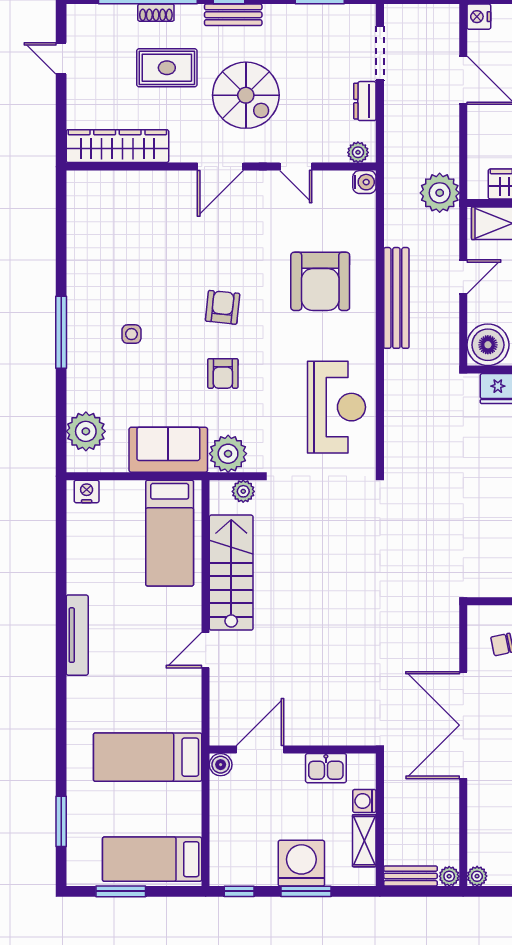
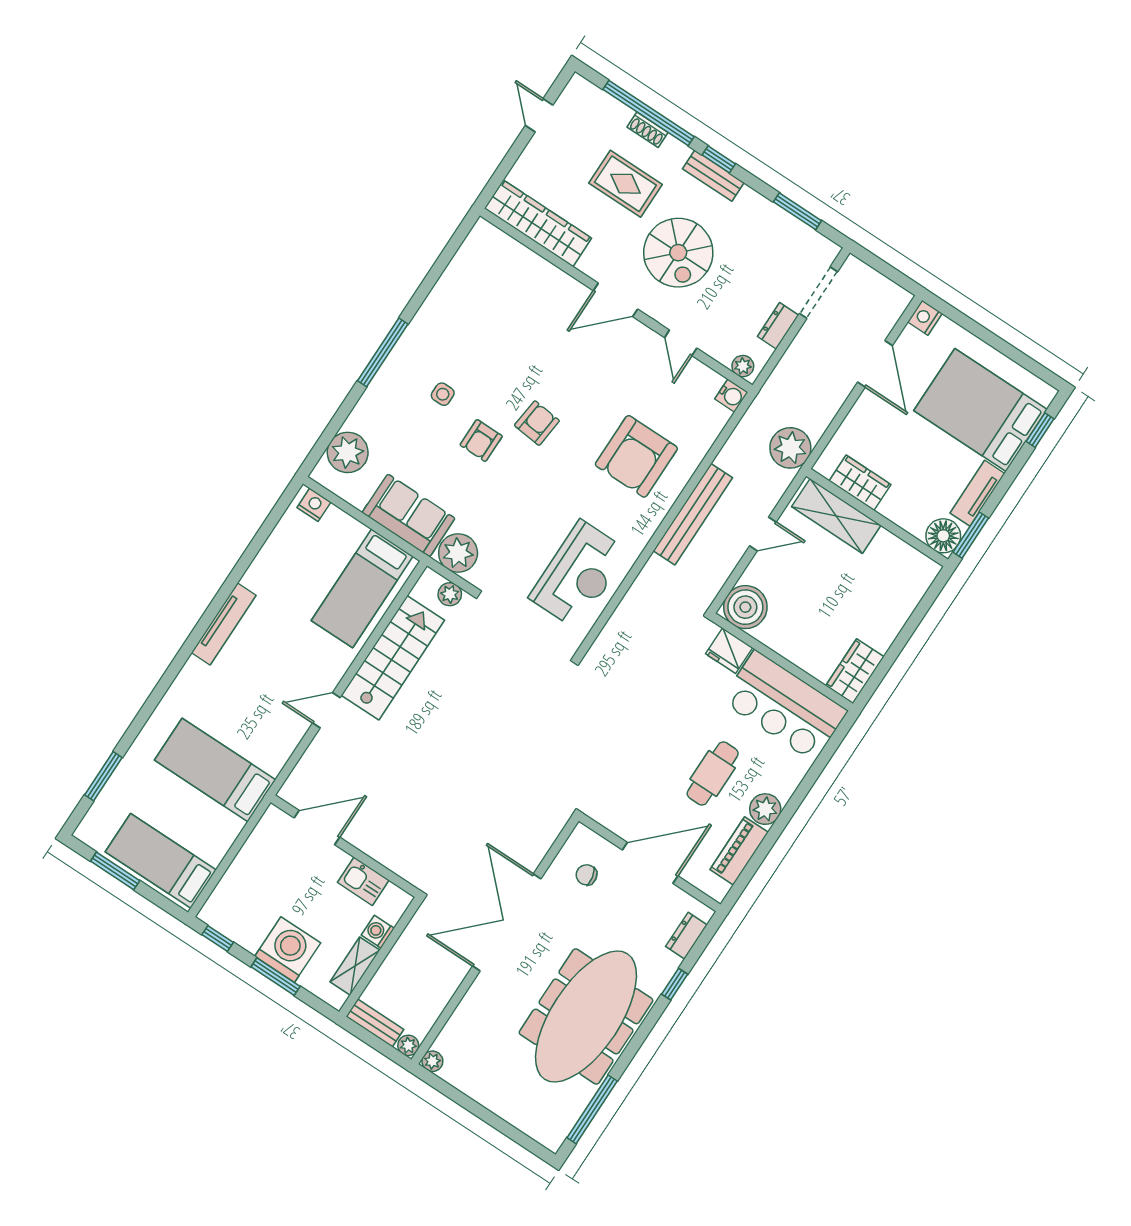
armchair: (223, 373) -> (481, 440), moved
boiler: (221, 765) -> (274, 818), removed

